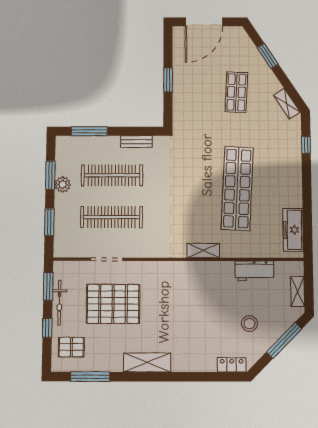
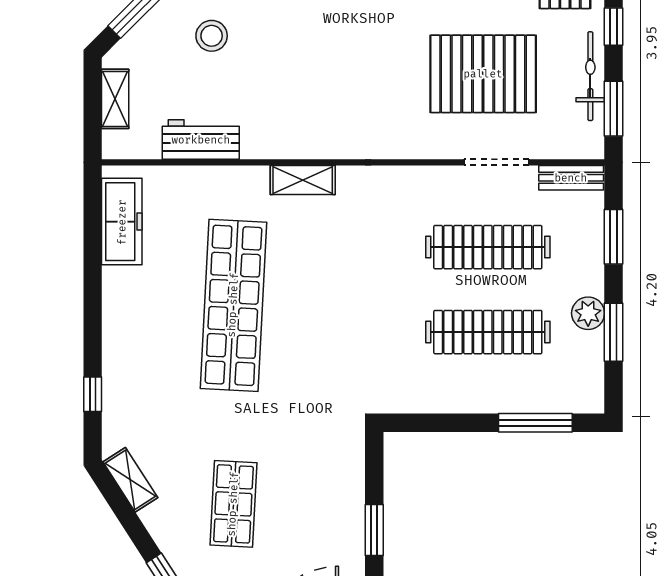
bench: (137, 142) -> (571, 178), moved

